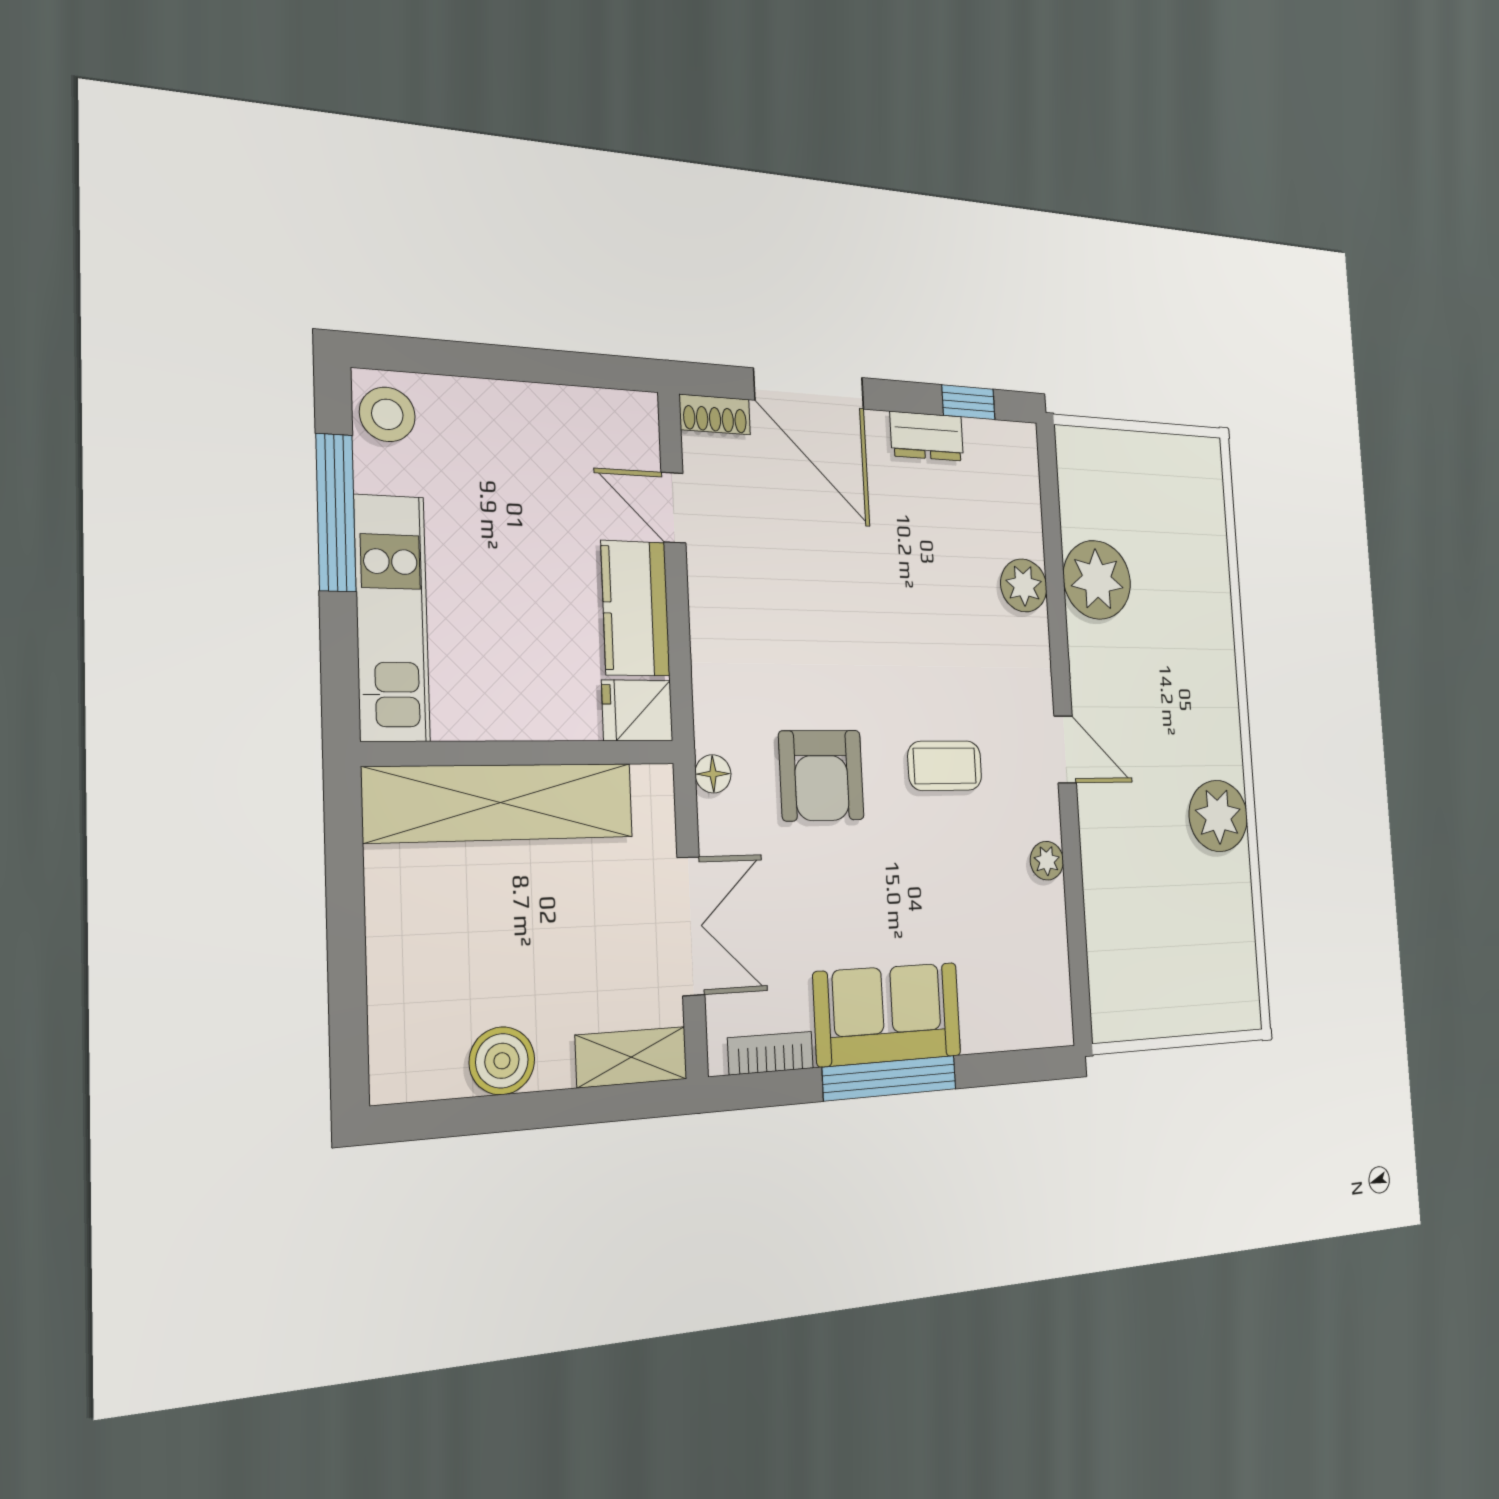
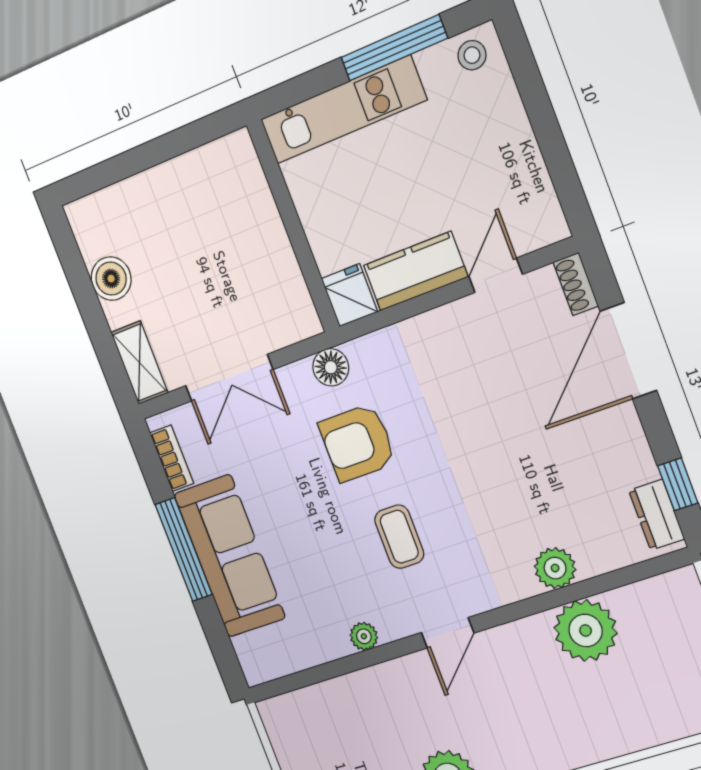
stool: (387, 414) -> (472, 55), width x0.73, depth x0.73
dresser: (927, 436) -> (657, 515), moved
floor lamp: (713, 774) -> (331, 367), width x1.37, depth x1.37
shelving: (500, 802) -> (258, 223), removed
sofa: (888, 1014) -> (230, 556), width x1.36

